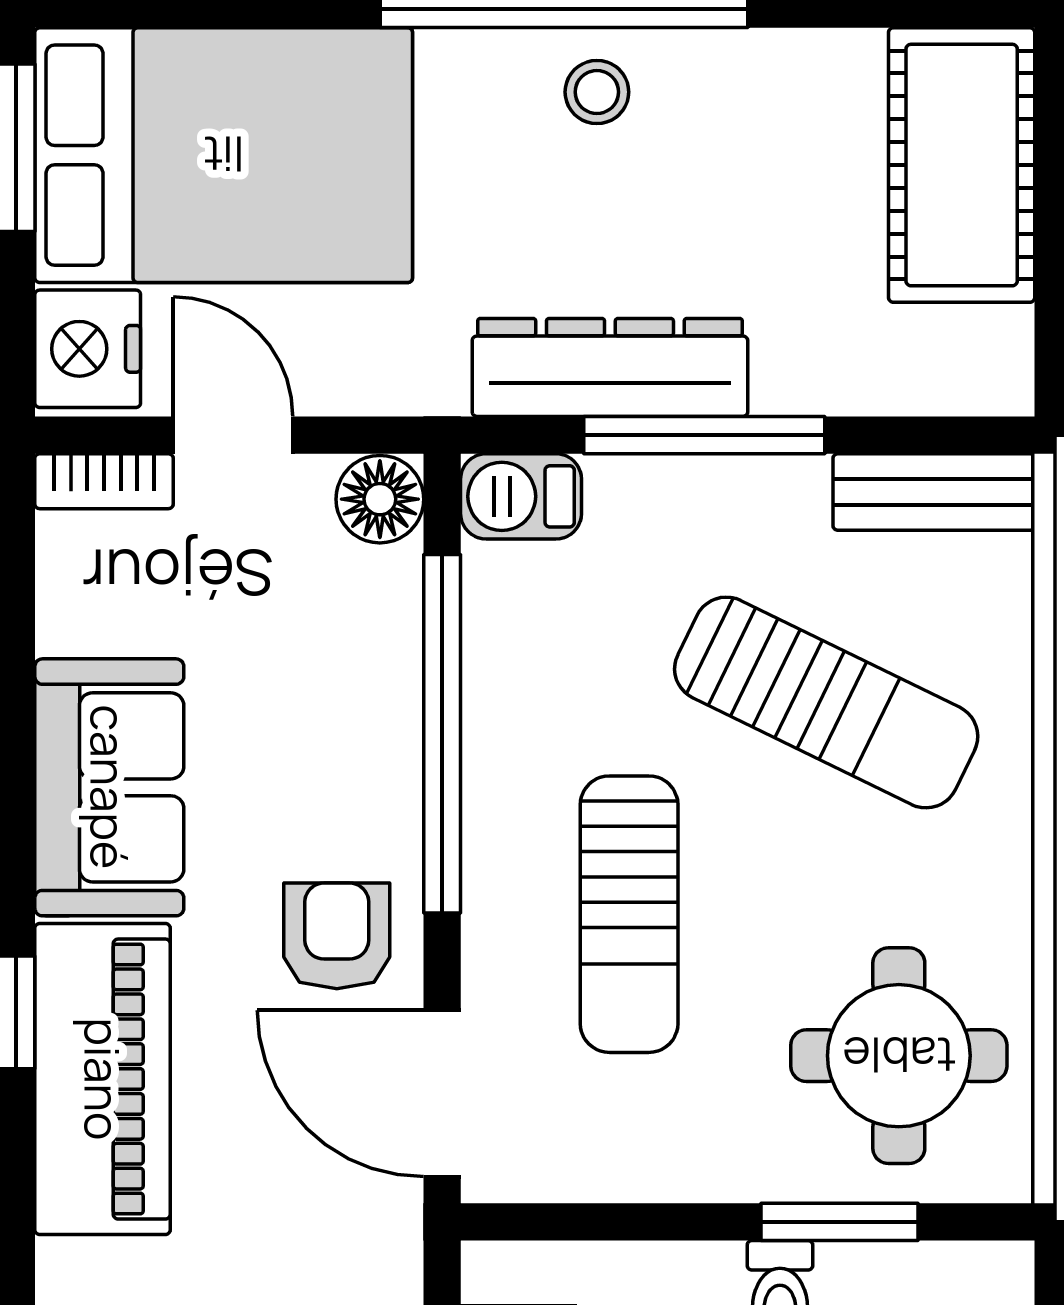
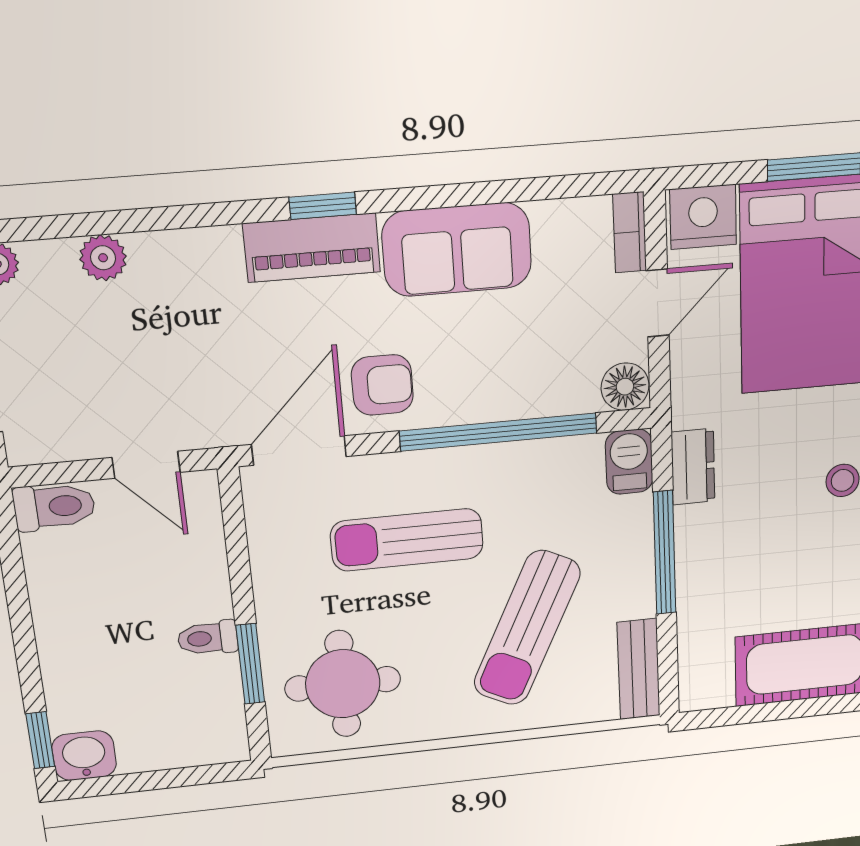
dresser: (610, 367) -> (693, 467), width x0.51, depth x0.80
piano: (103, 1079) -> (312, 248), width x0.73, depth x0.75

